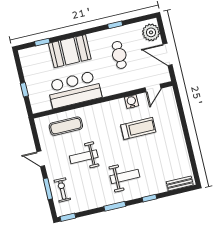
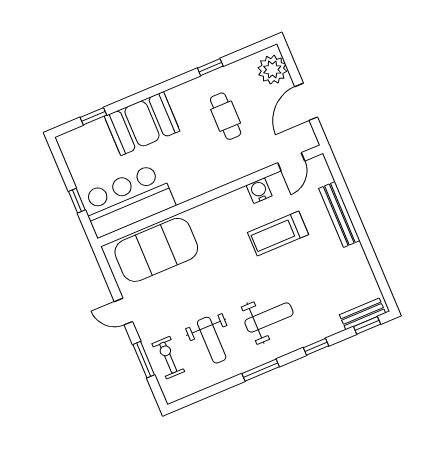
door: (168, 54) -> (306, 102), hinge flipped
bar counter: (74, 90) -> (128, 200), moved
bench: (176, 123) -> (339, 214), added
exercise mat: (66, 126) -> (156, 250), width x2.00, depth x1.45
treadmill: (138, 128) -> (278, 234), turned 180
weight bench: (84, 157) -> (212, 340), moved, turned -90
window: (68, 217) -> (367, 325), moved

